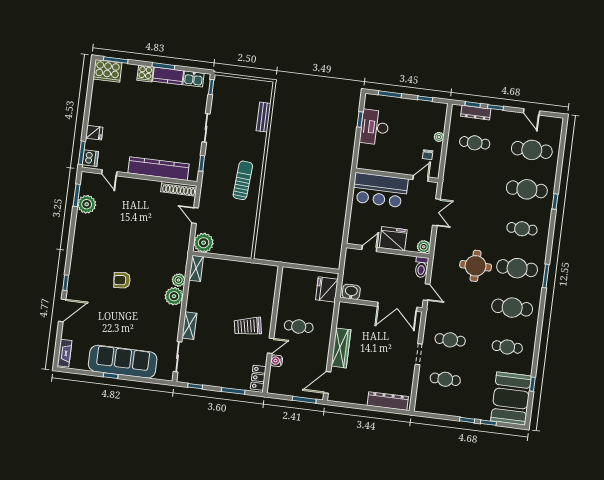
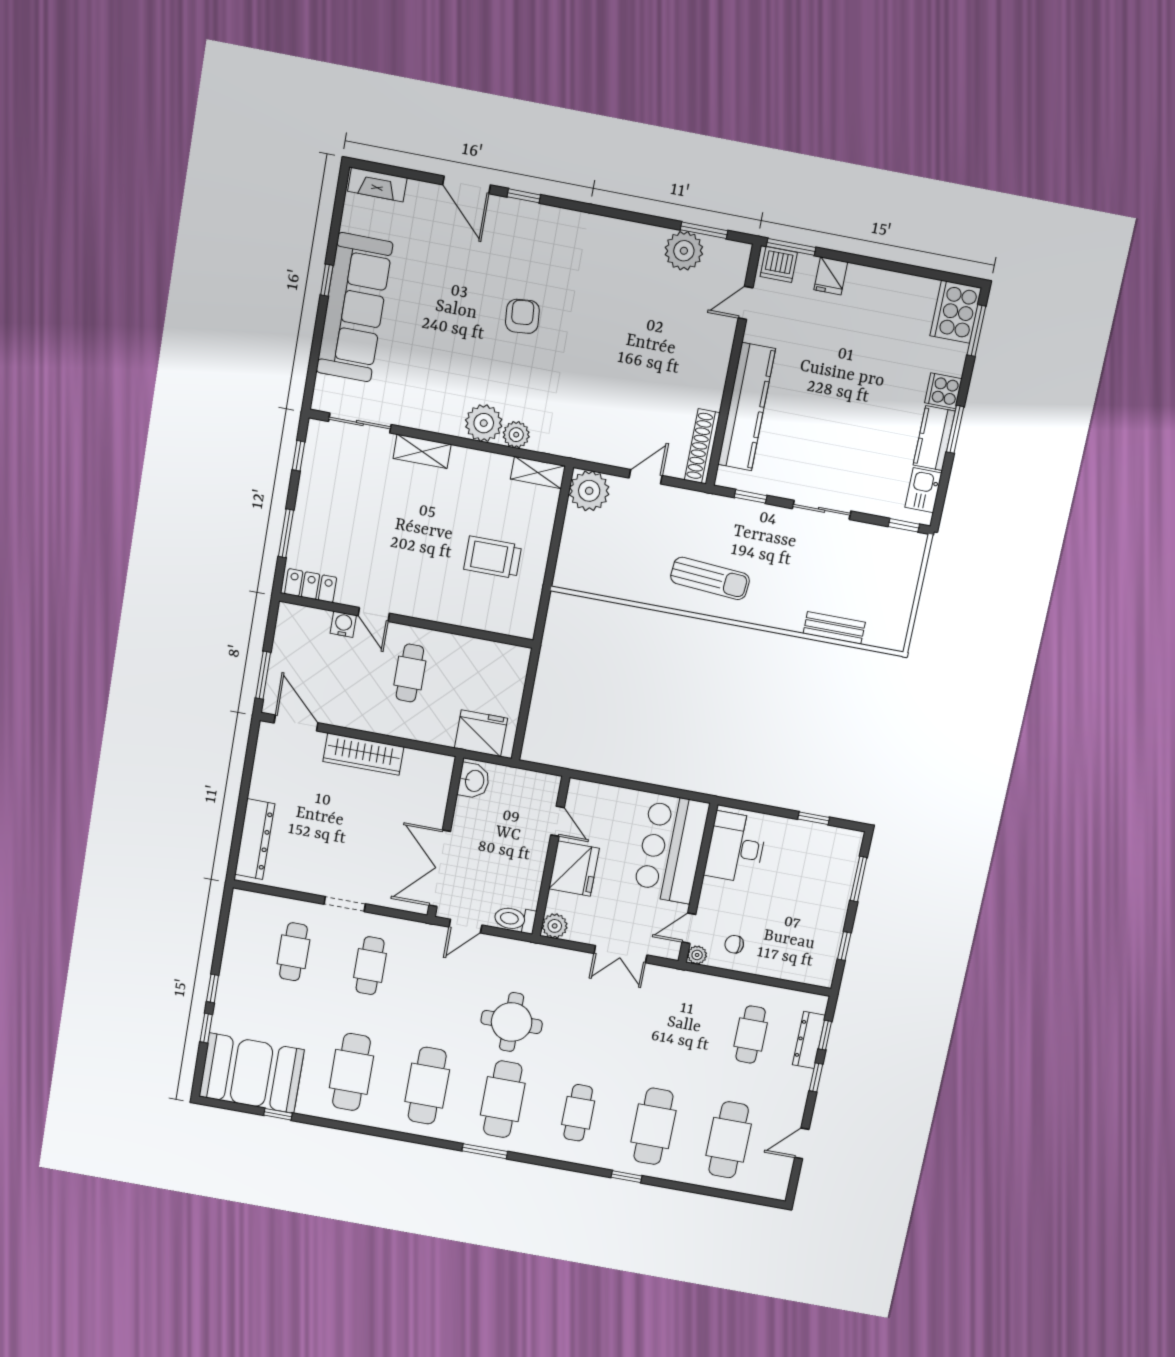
desk: (374, 127) -> (736, 847), moved, turned -90
plant: (439, 137) -> (697, 955), moved
door: (421, 178) -> (689, 928), swing flipped
trolley: (248, 326) -> (493, 557), moved, turned -79
cafe table: (507, 347) -> (351, 1072), width x1.37, depth x1.35

